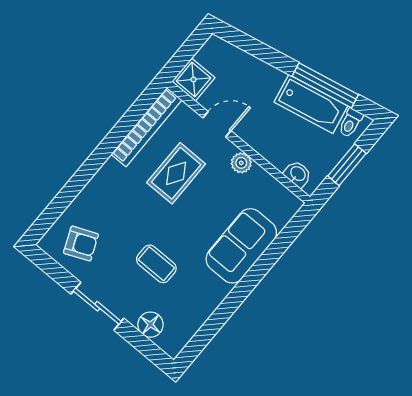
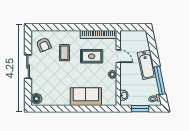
shower: (193, 79) -> (126, 37), removed
bathtub: (311, 104) -> (147, 65), moved
coffee table: (156, 264) -> (64, 53), moved
floor lamp: (150, 325) -> (36, 99), moved

